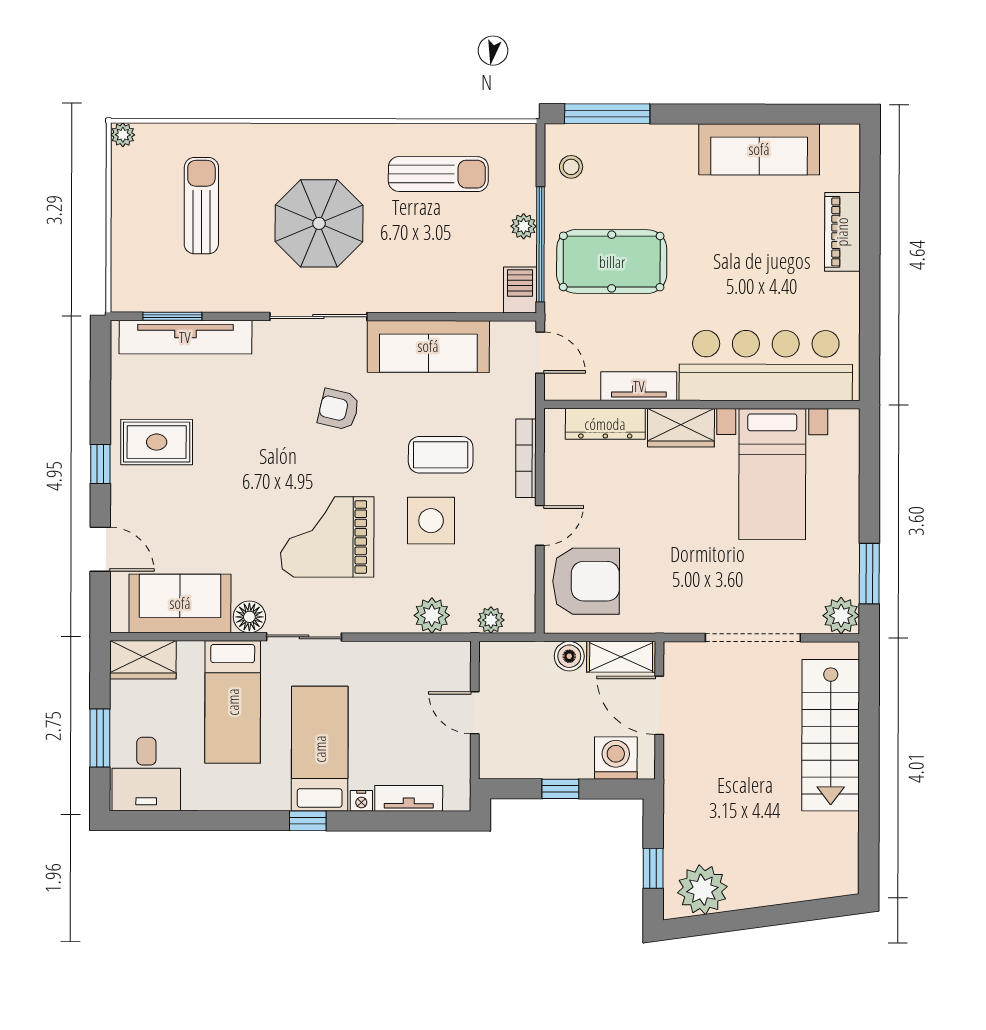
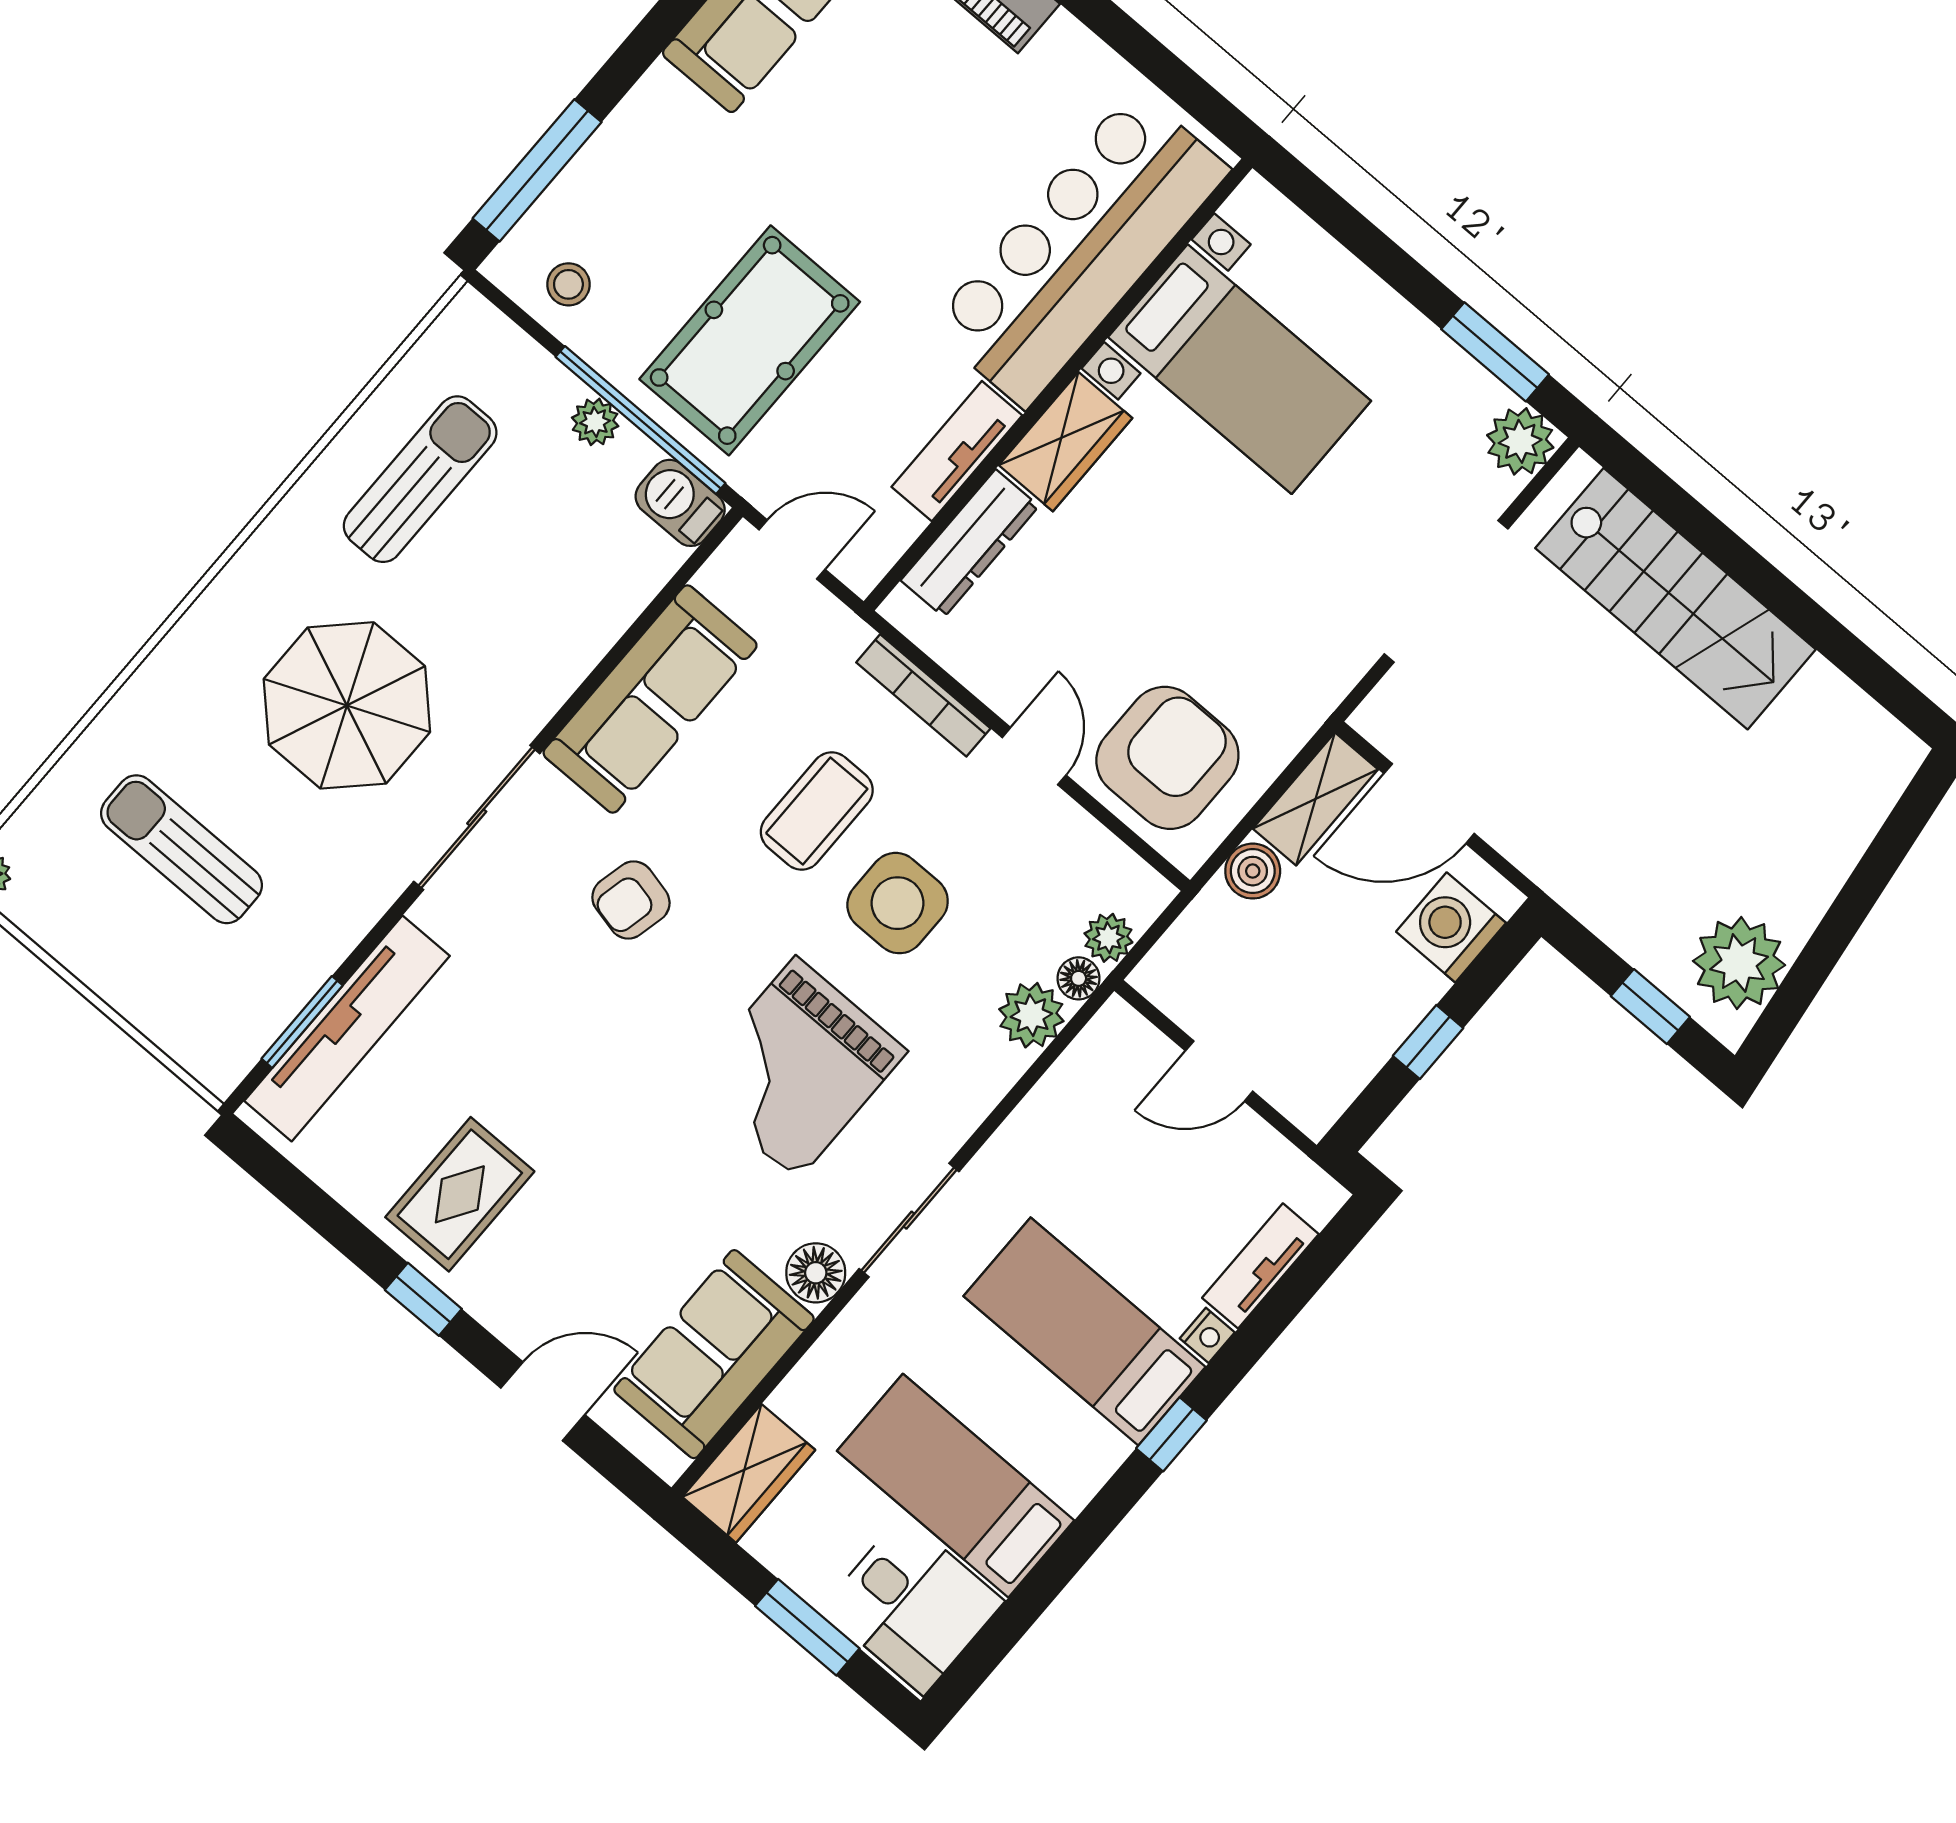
floor lamp: (464, 622) -> (1079, 978), added
bed: (233, 702) -> (956, 1486), moved, turned 180

